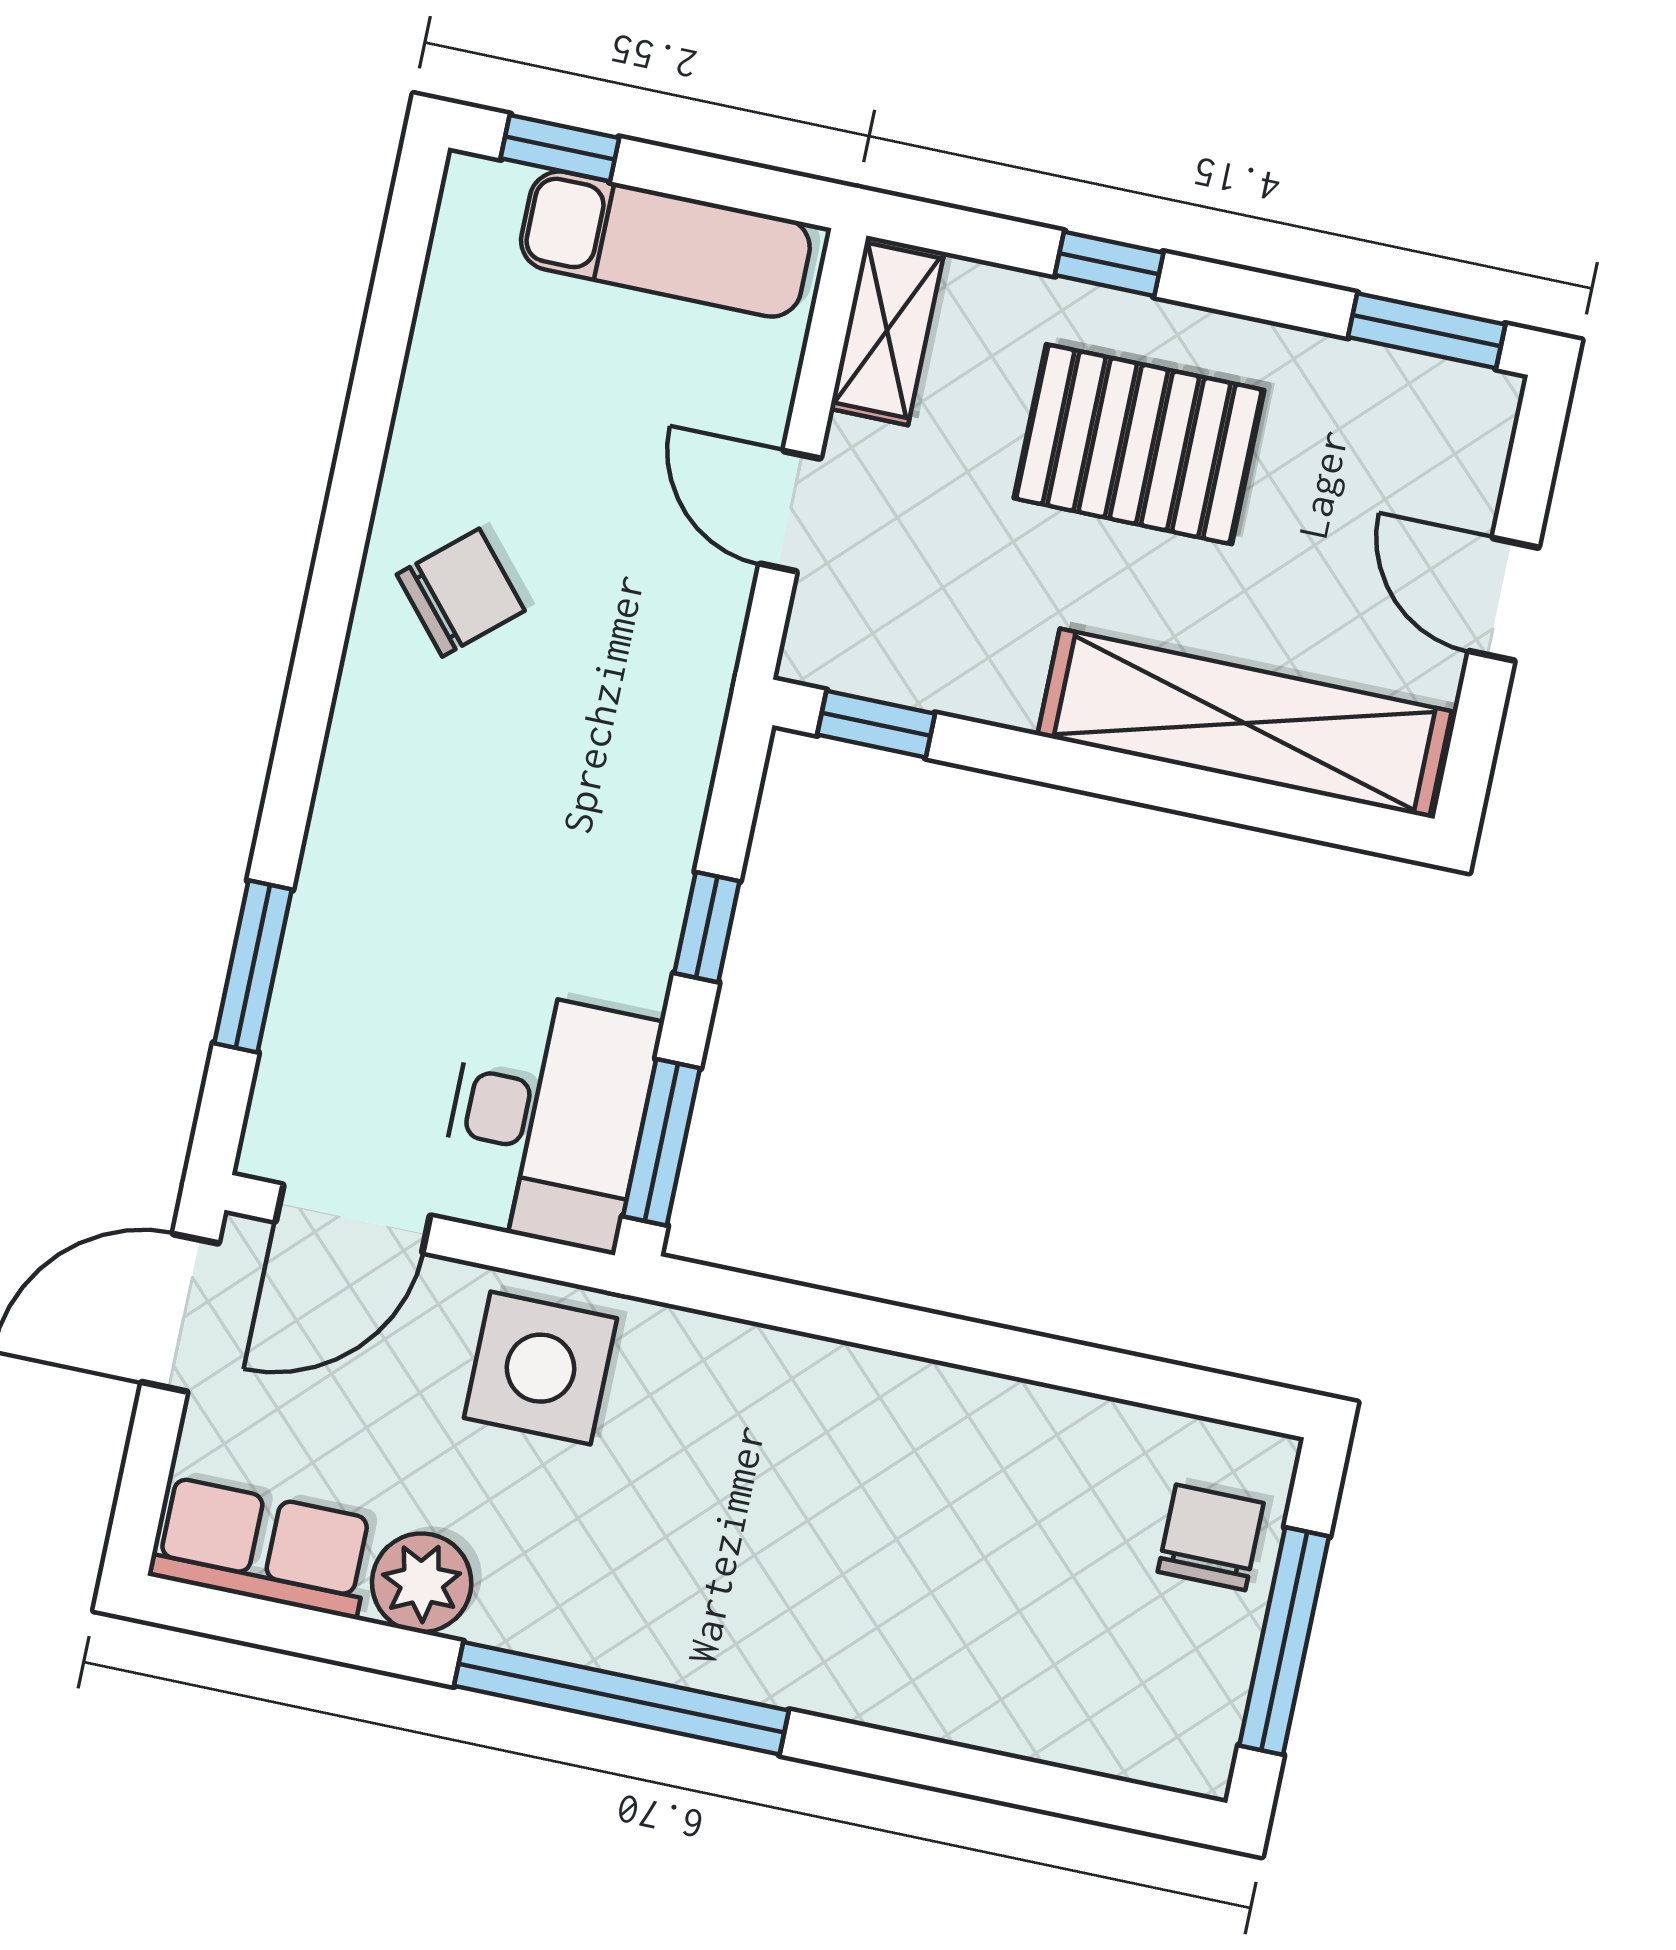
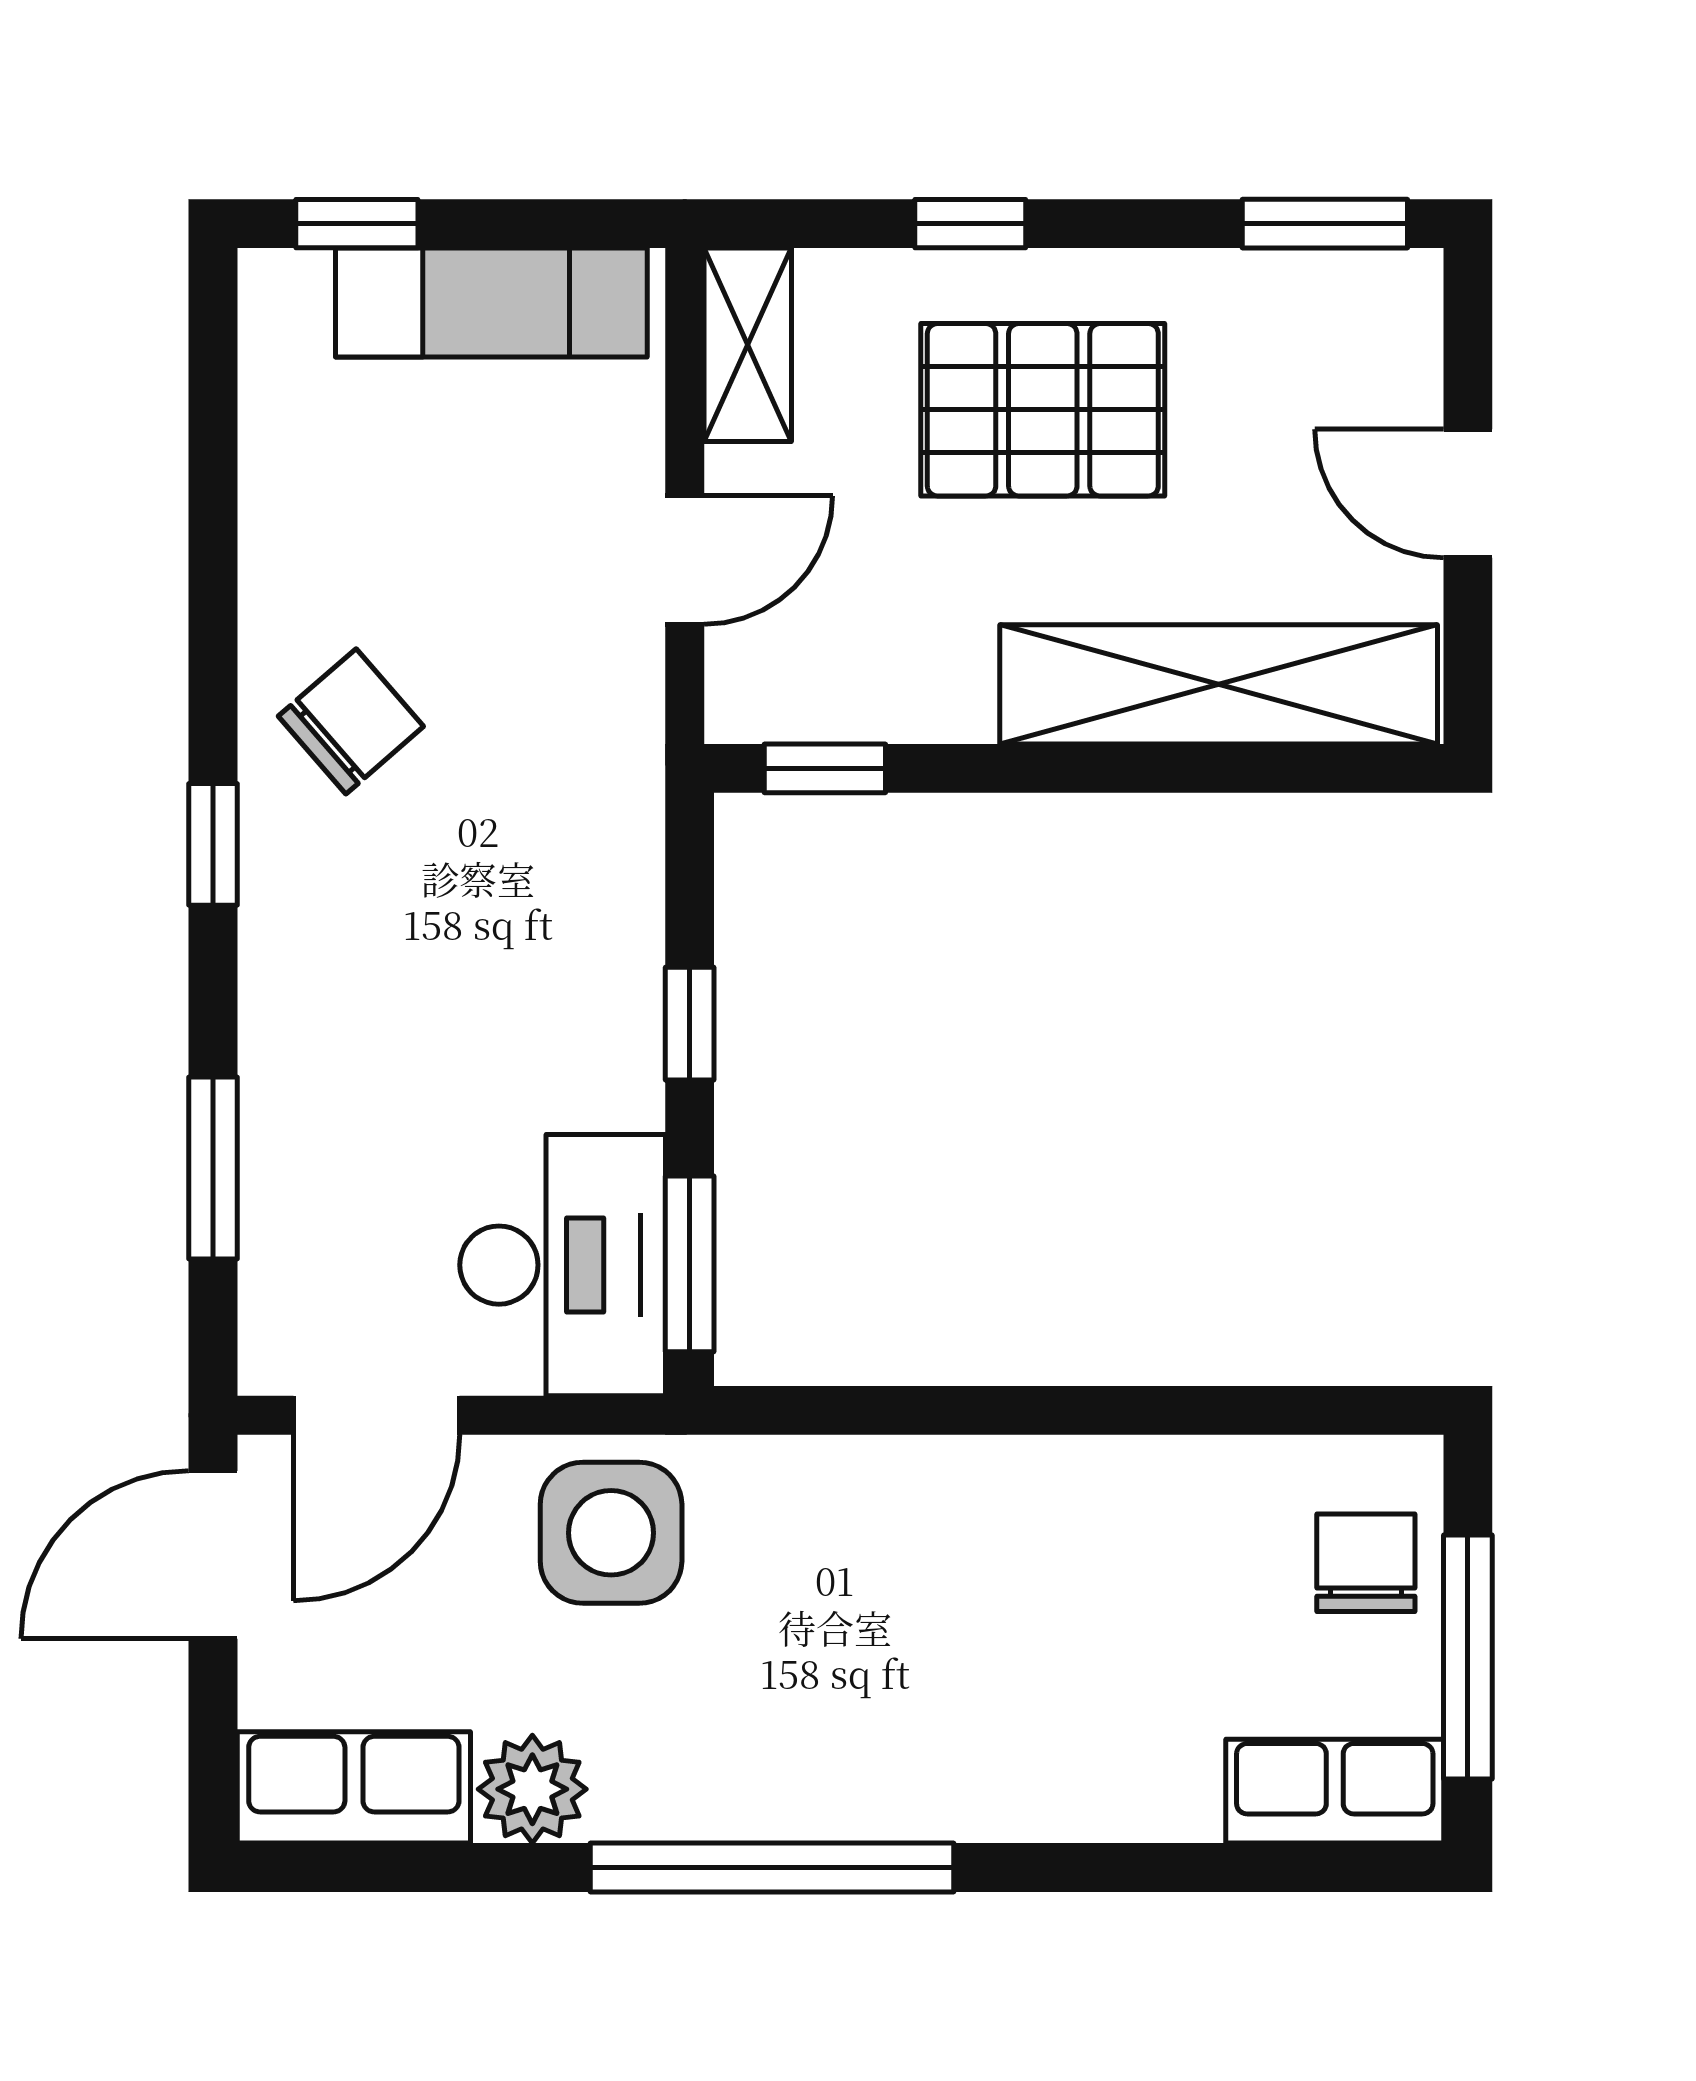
door: (790, 511) -> (685, 560), swing flipped
window: (314, 677) -> (213, 844), added
row of seats: (1140, 1736) -> (1335, 1791), added

